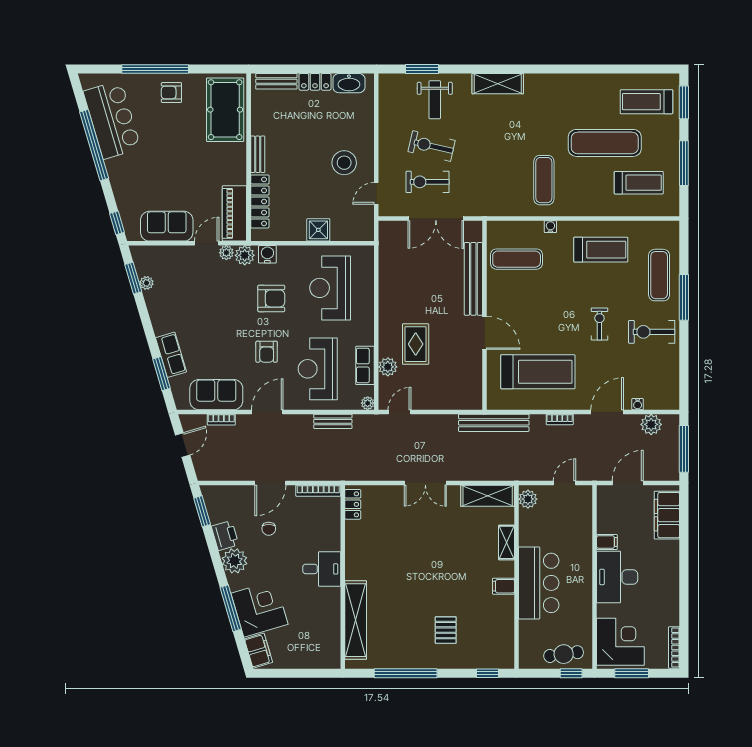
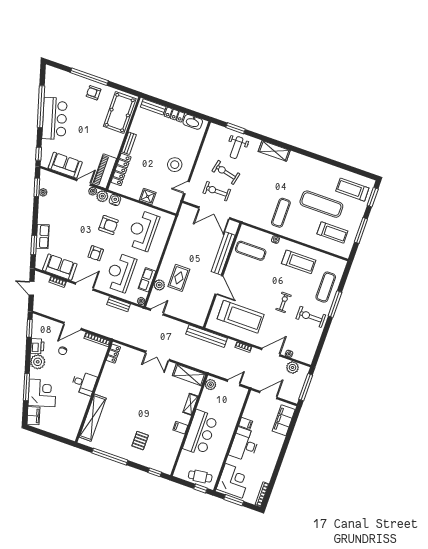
bar counter: (112, 120) -> (55, 118), moved
door: (183, 445) -> (32, 288), swing flipped

